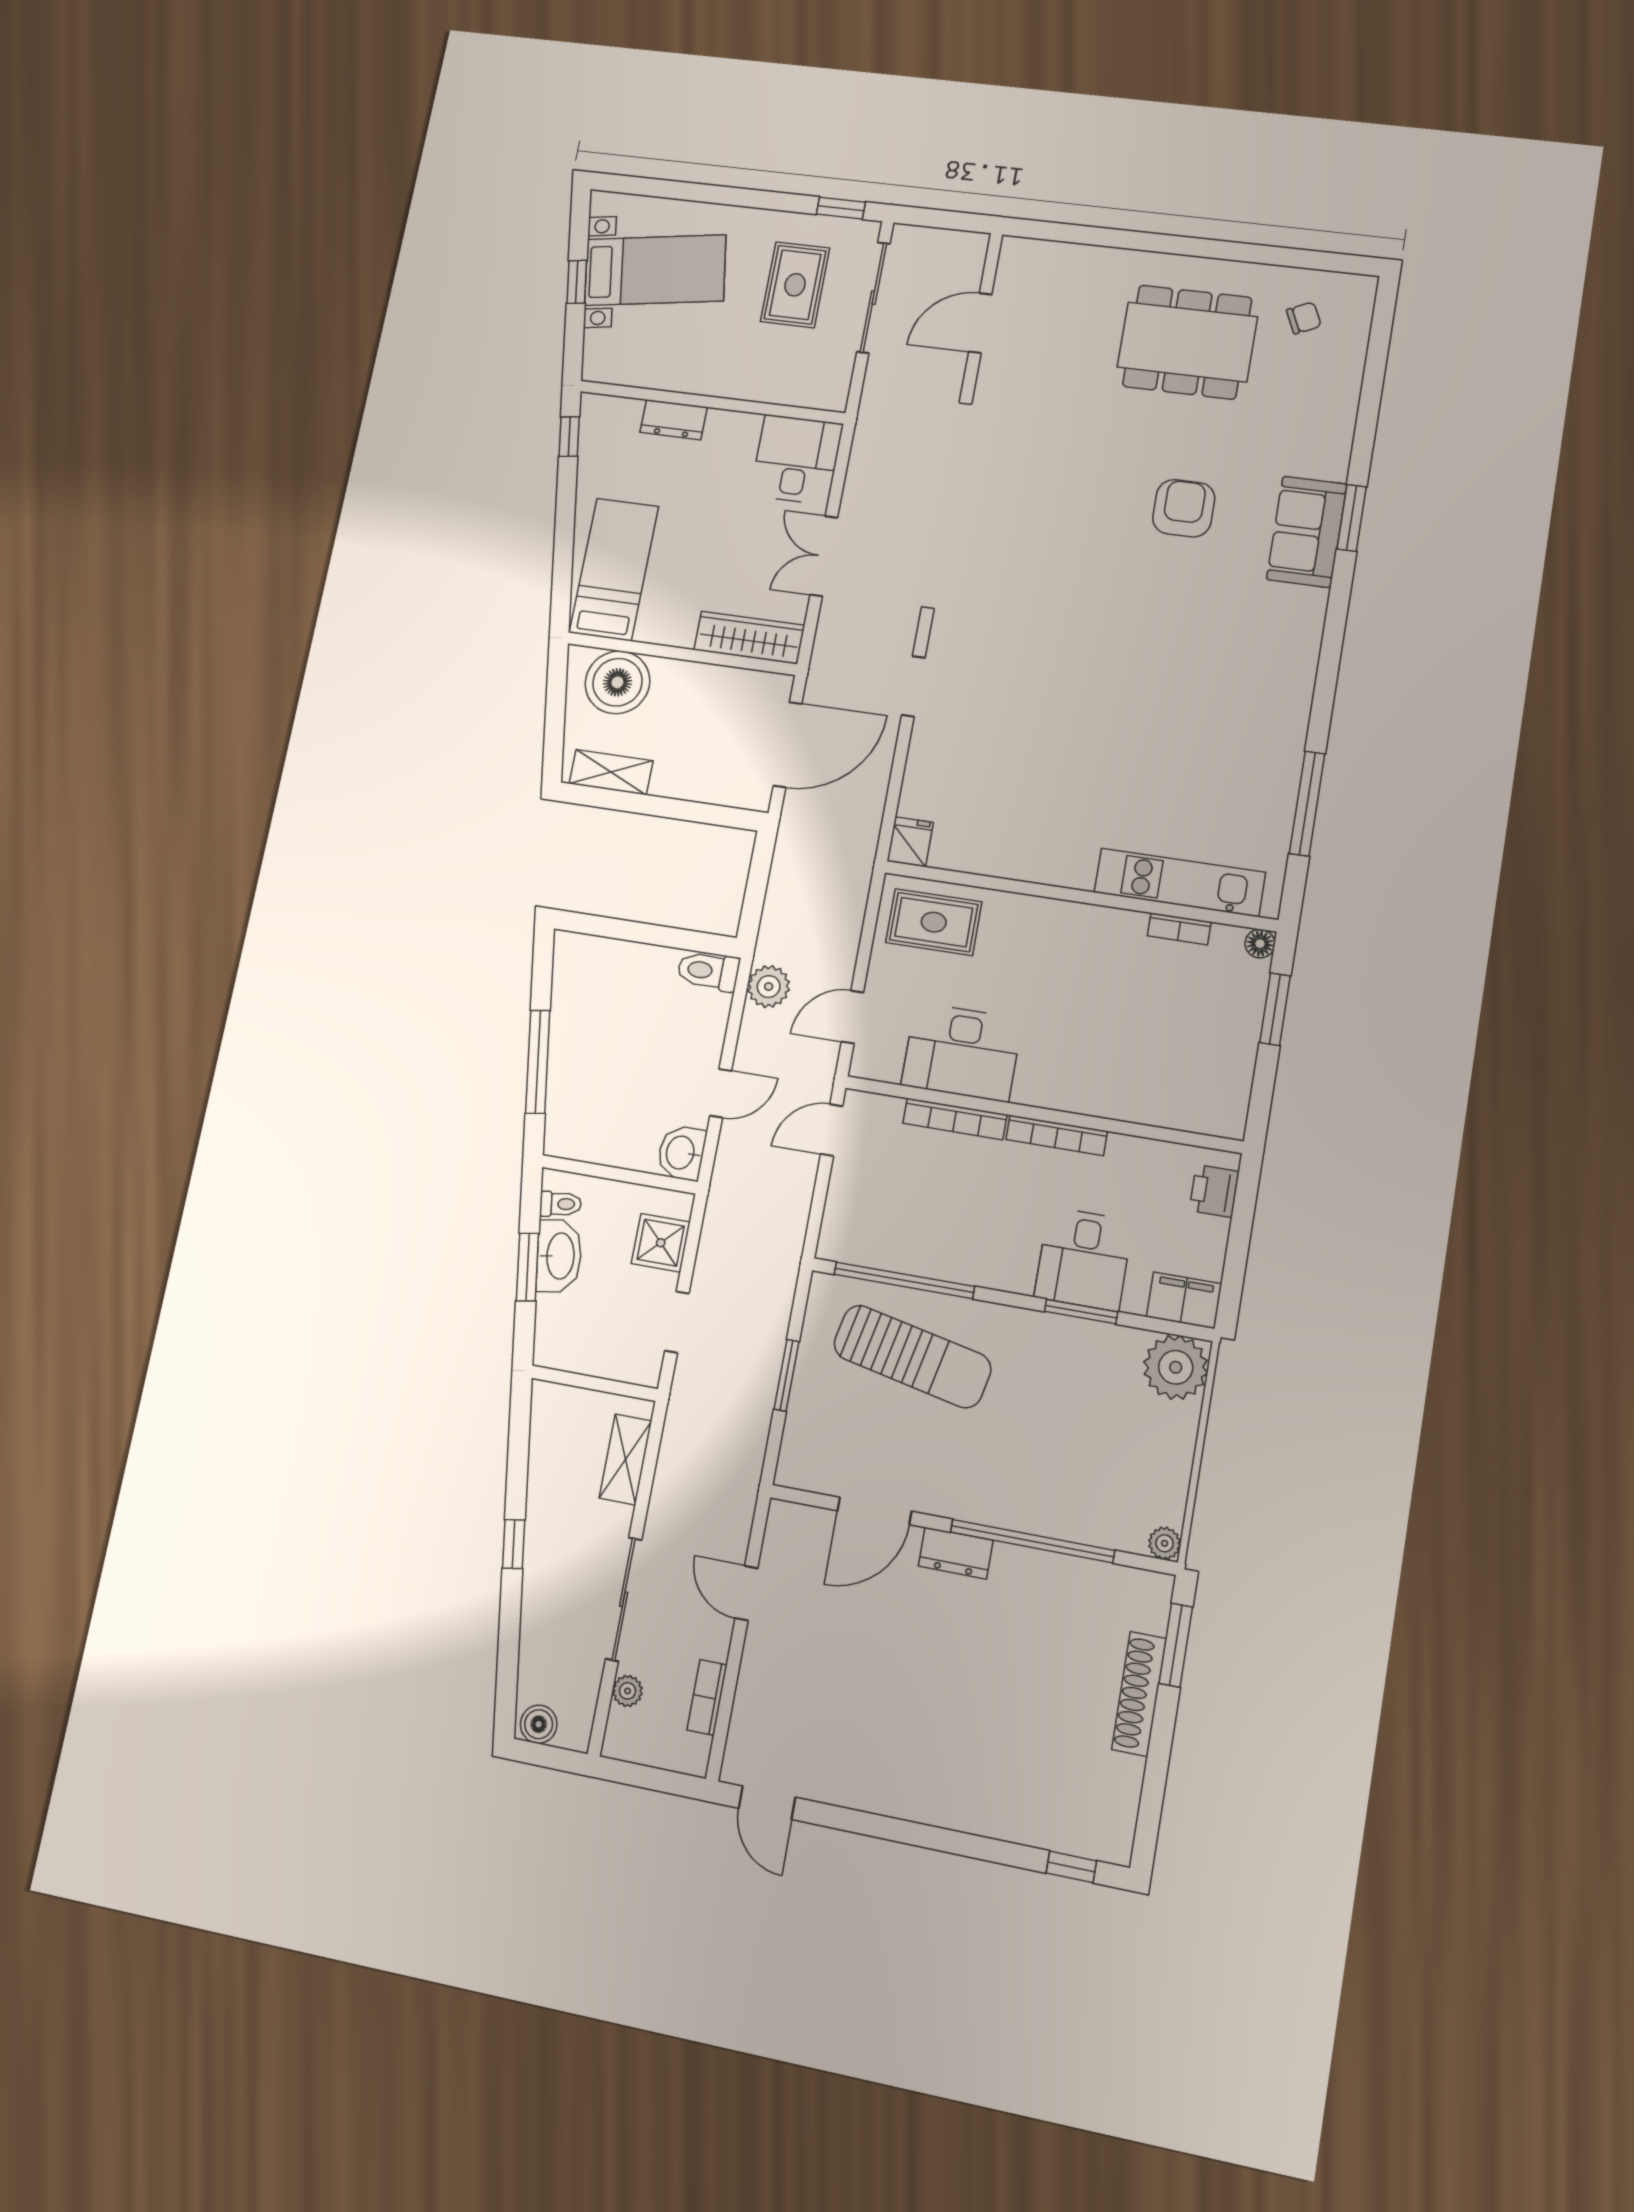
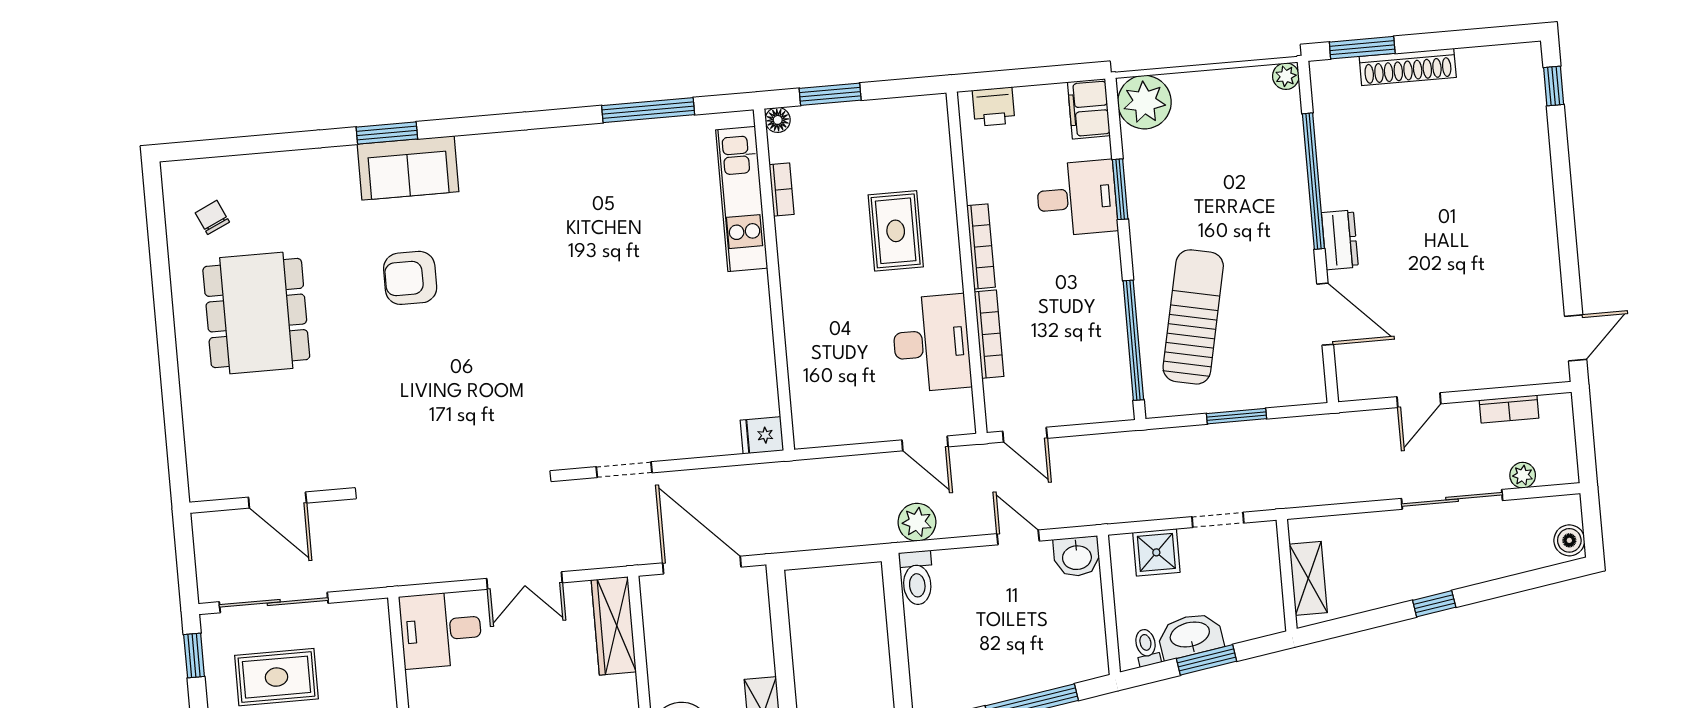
rug: (934, 922) -> (896, 231), moved
shelving: (625, 1459) -> (1308, 578), moved, turned 90

